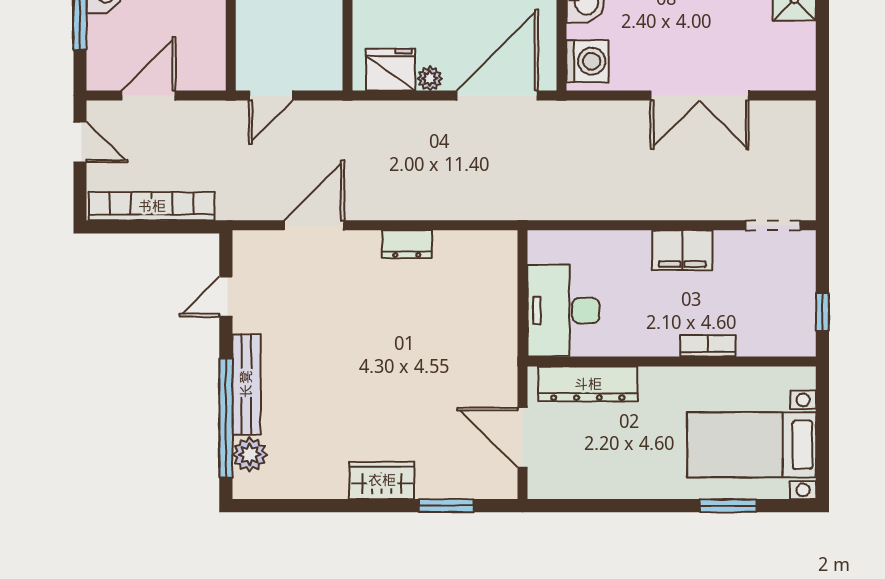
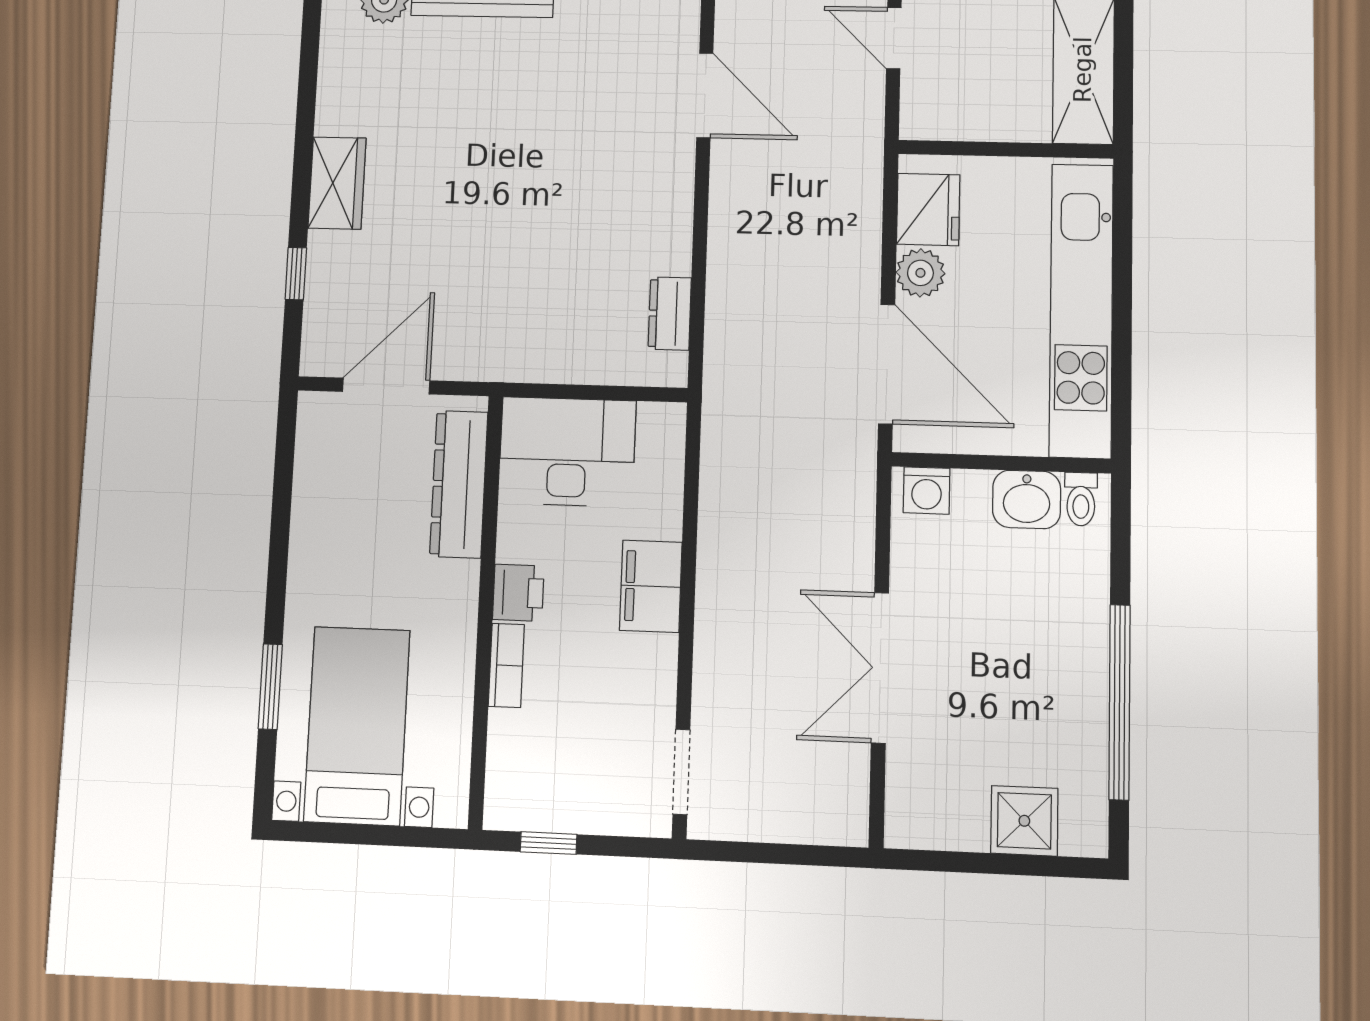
washing machine: (587, 61) -> (927, 491), width x0.73, depth x0.73
plant: (430, 79) -> (920, 273), width x1.38, depth x1.38
dresser: (407, 244) -> (670, 314), moved
filing cabinet: (682, 250) -> (651, 586), moved
printer: (659, 340) -> (518, 593), added
window: (446, 506) -> (296, 274), width x0.67

